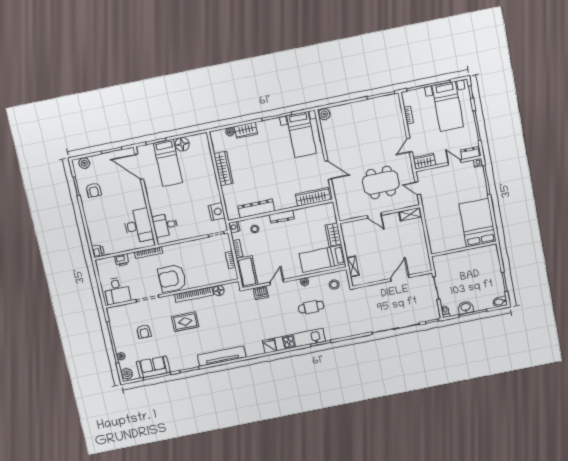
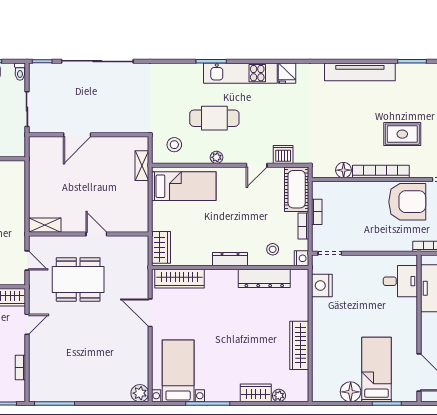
wardrobe: (333, 235) -> (161, 247), moved
cafe table: (311, 307) -> (214, 118), width x1.37, depth x1.35

